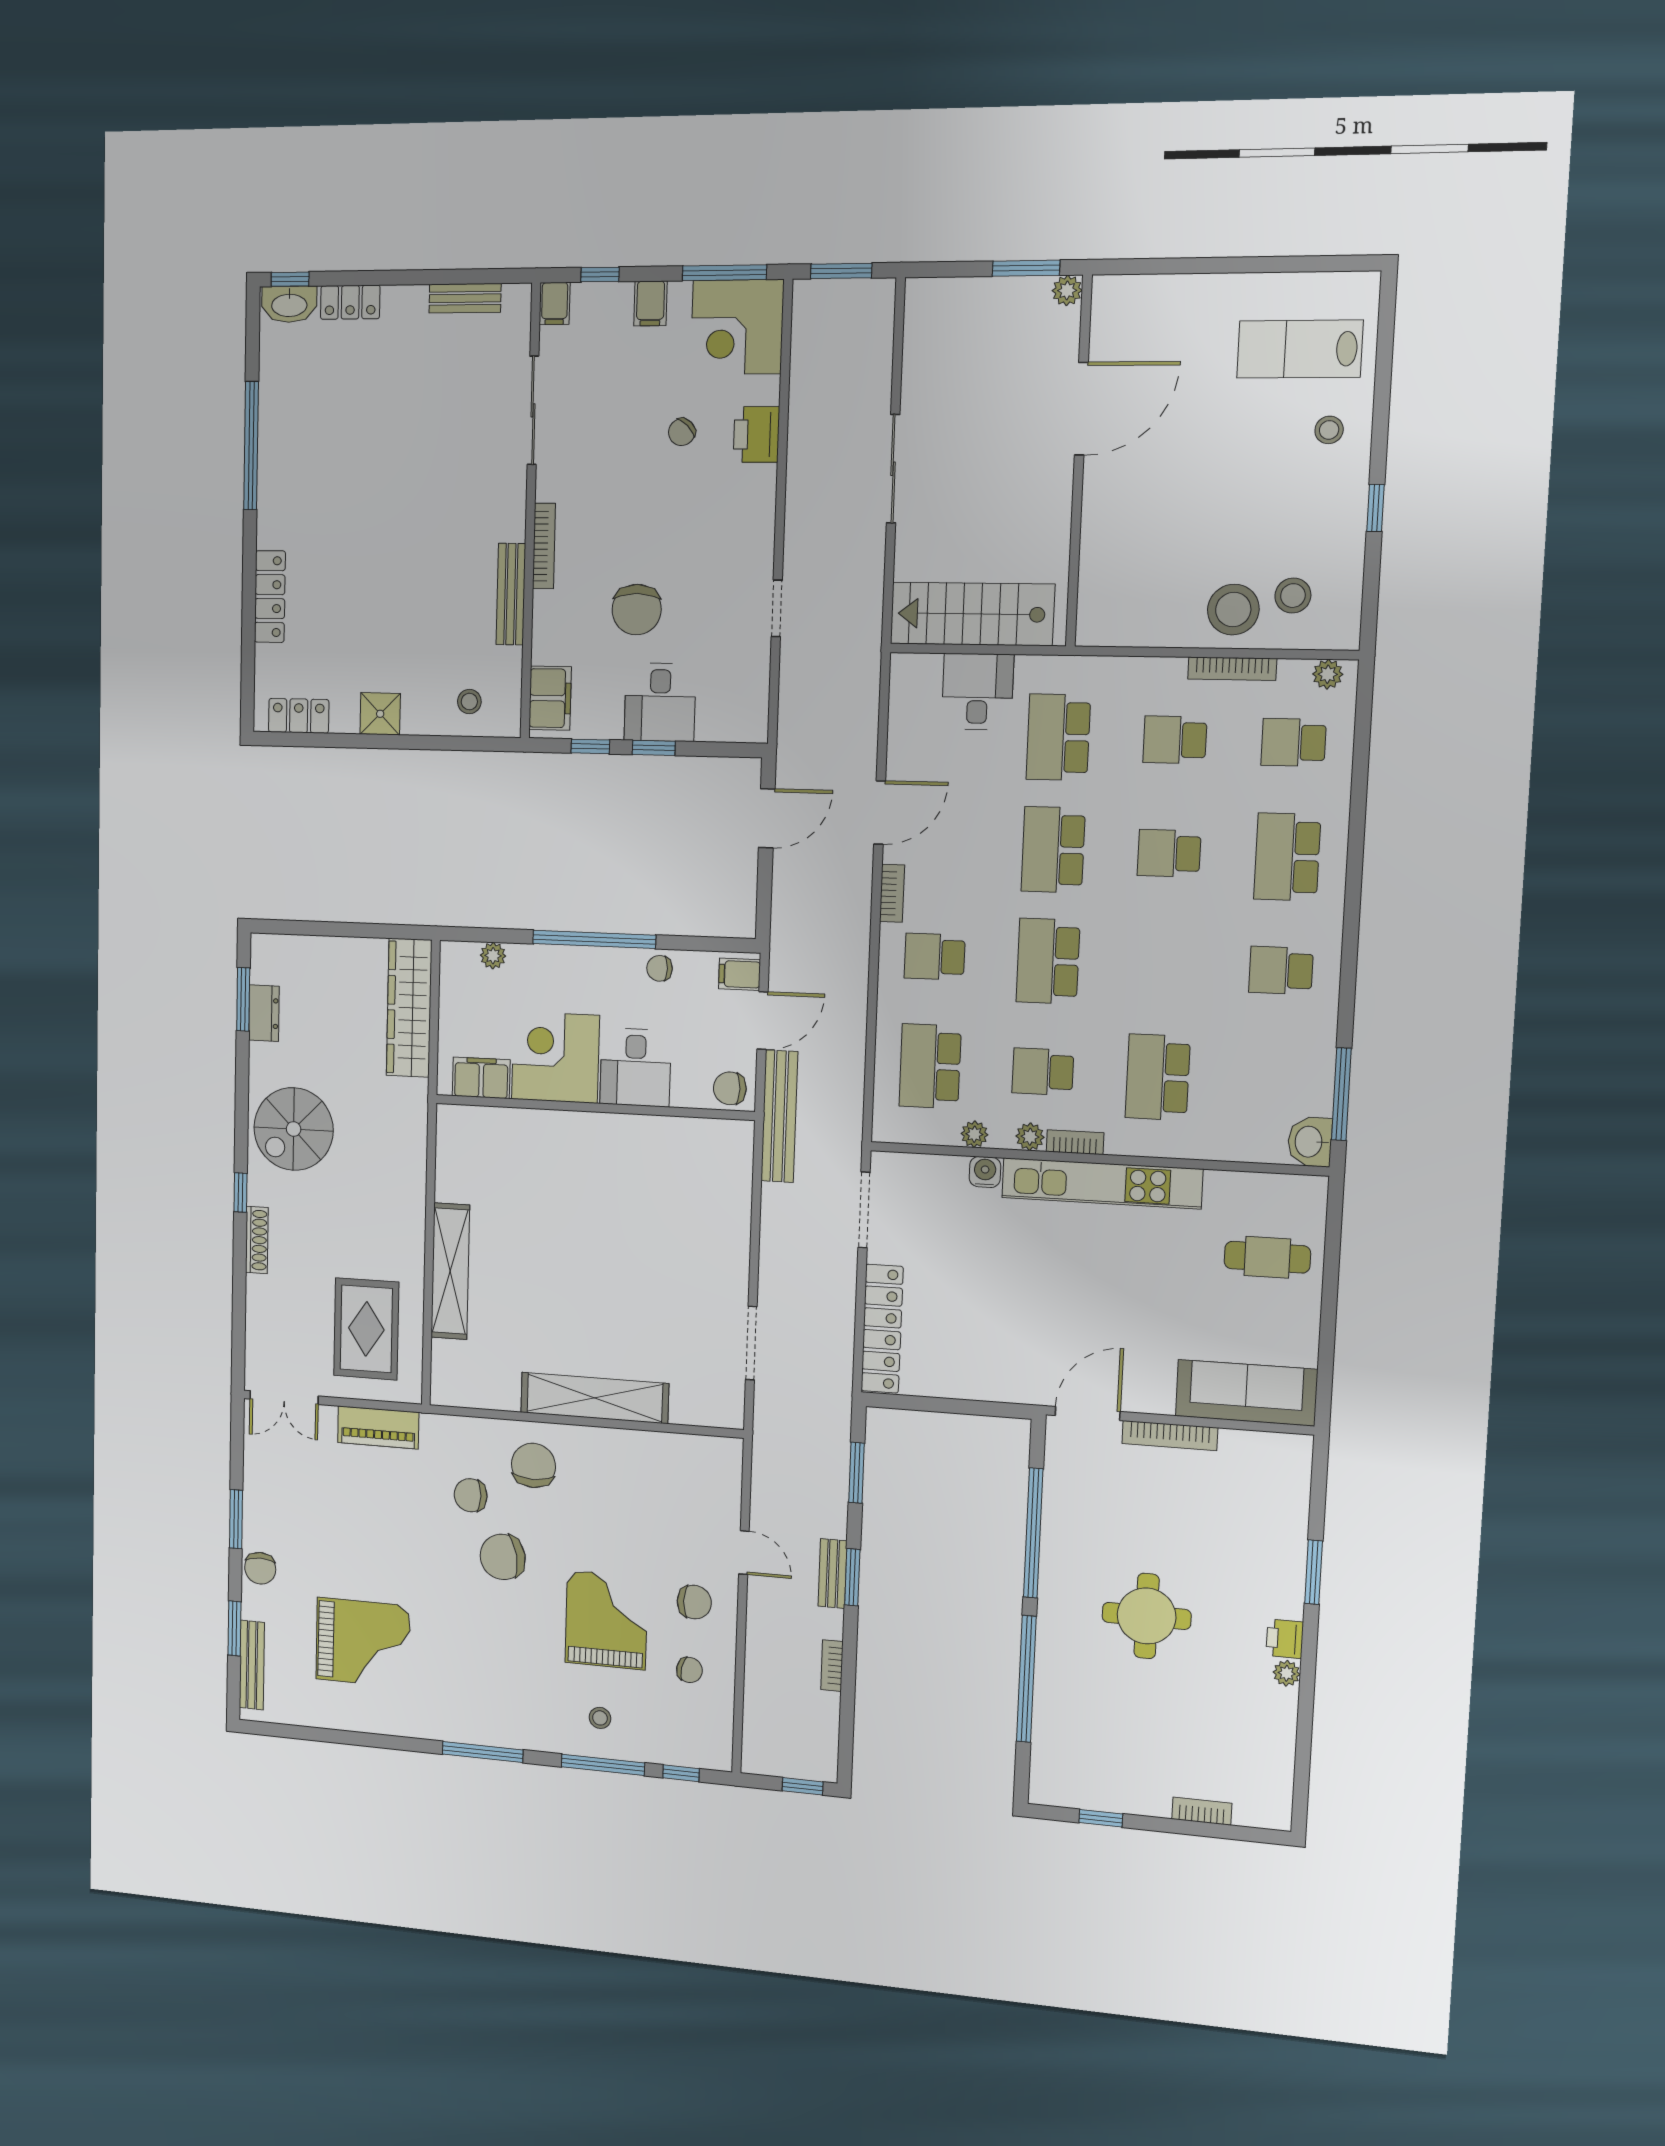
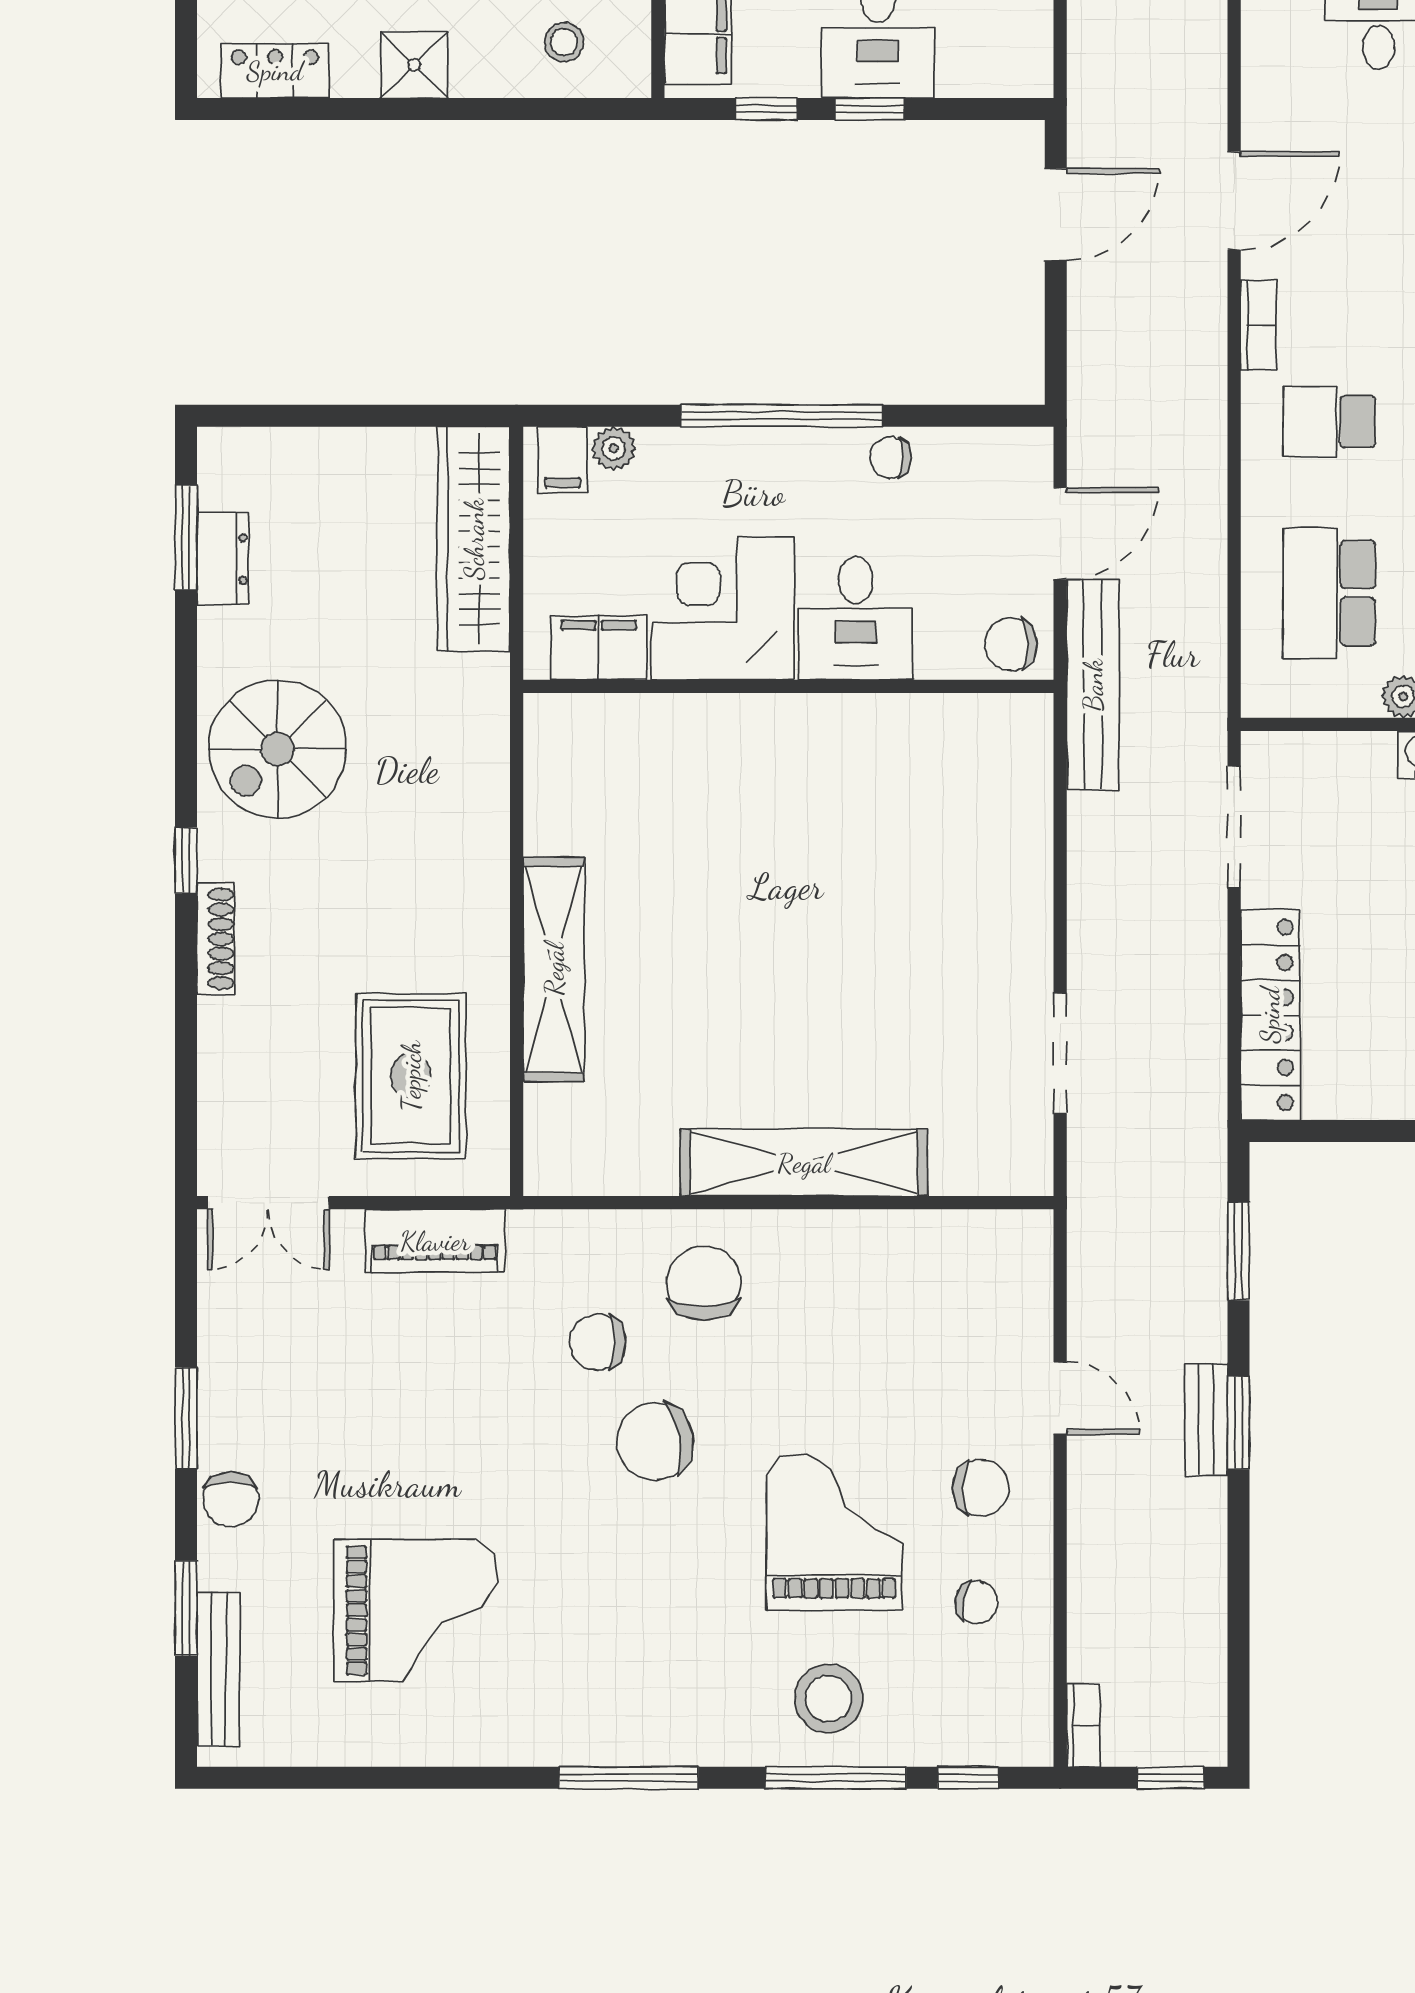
filing cabinet: (740, 974) -> (563, 459), moved, turned -90
bookcase: (832, 1666) -> (1083, 1725), moved, turned 180
stool: (600, 1718) -> (828, 1698), width x1.89, depth x1.89

